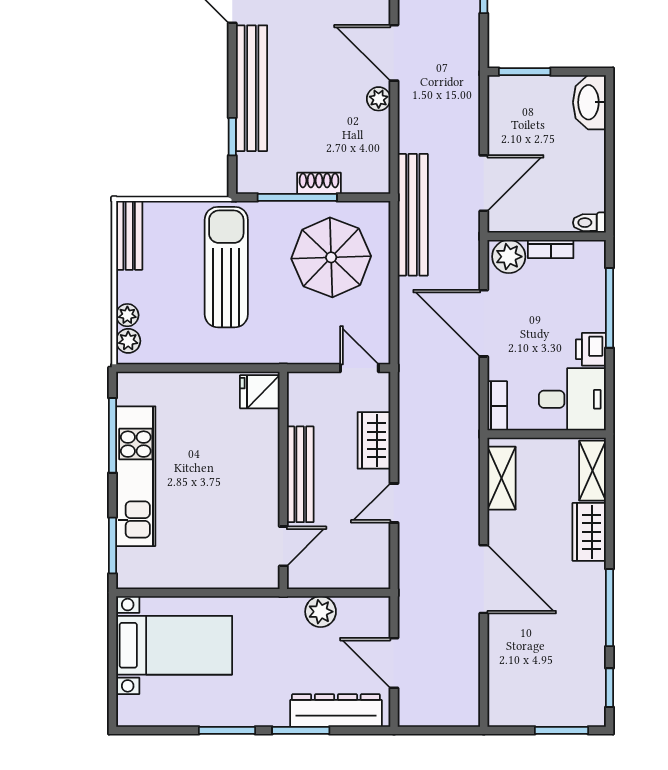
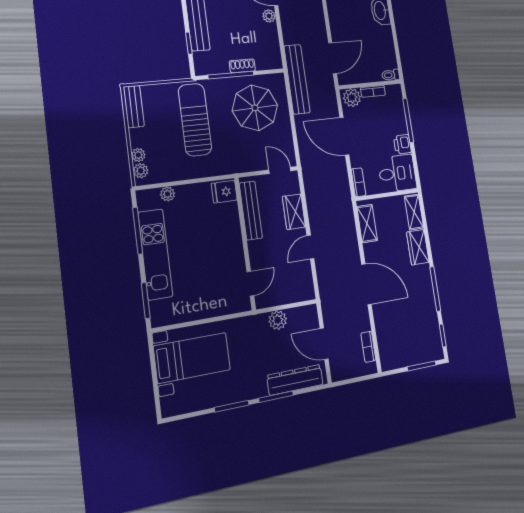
plant: (167, 384) -> (168, 194), added
bench: (300, 474) -> (251, 210), moved
bookcase: (470, 682) -> (368, 347), added

